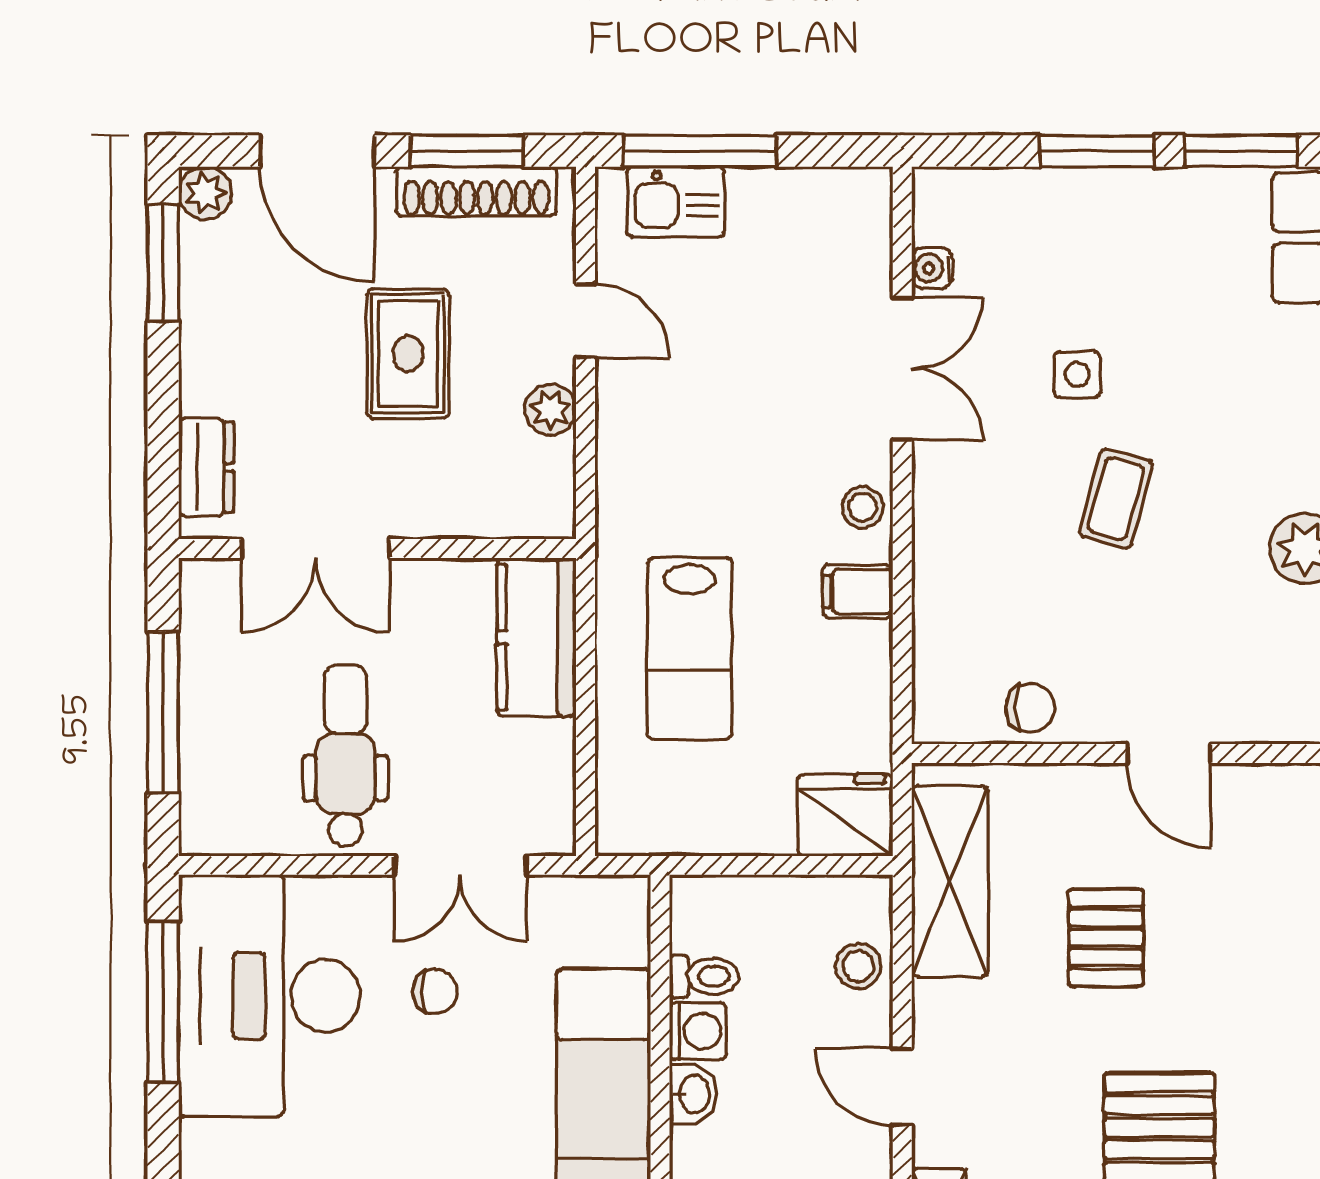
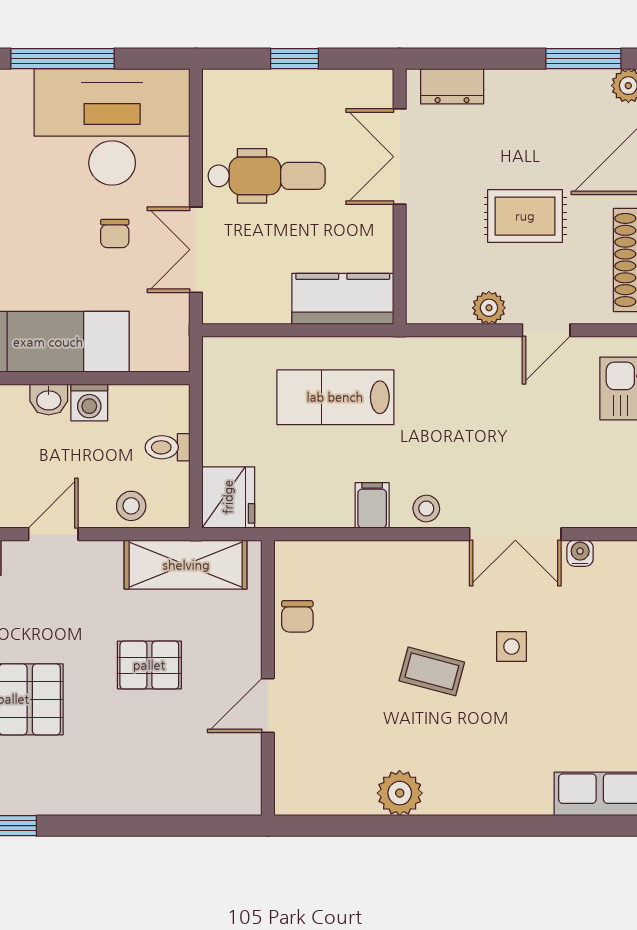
window: (163, 712) -> (294, 59), width x0.46
toilet: (704, 976) -> (168, 447), moved, turned 90
window: (163, 1002) -> (62, 59), moved

